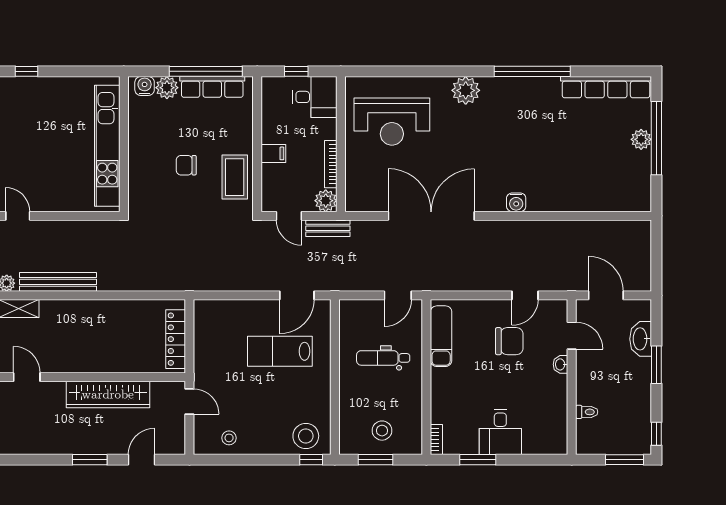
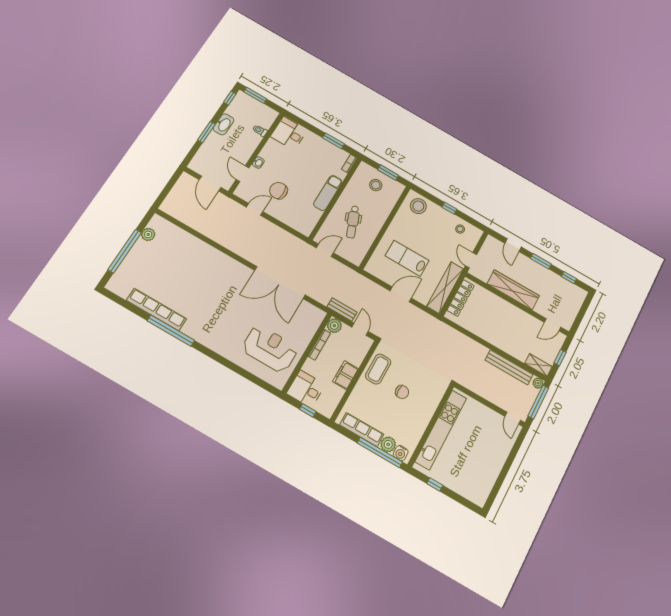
window: (27, 71) -> (435, 484), moved
window: (206, 71) -> (380, 452), moved
row of seats: (606, 87) -> (156, 310), moved
plant: (466, 90) -> (216, 342), removed
plant: (641, 139) -> (148, 234), moved
filing cabinet: (273, 153) -> (345, 375), width x2.00
water cooler: (516, 202) -> (227, 262), removed
door: (297, 295) -> (401, 294), moved
exam couch: (441, 336) -> (328, 193), moved
washbasin: (641, 339) -> (224, 124), moved
shelving: (205, 341) -> (445, 287), added
lab bench: (280, 351) -> (407, 258), turned 180
dental chair: (383, 358) -> (353, 222), turned 69
door: (27, 377) -> (553, 325), hinge flipped
desk: (500, 432) -> (289, 133), moved, turned -90
window: (37, 460) -> (569, 278), added
door: (141, 460) -> (513, 245), hinge flipped
window: (311, 460) -> (449, 208), moved

